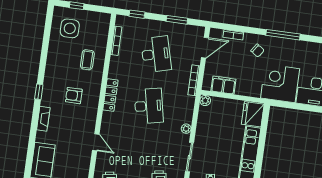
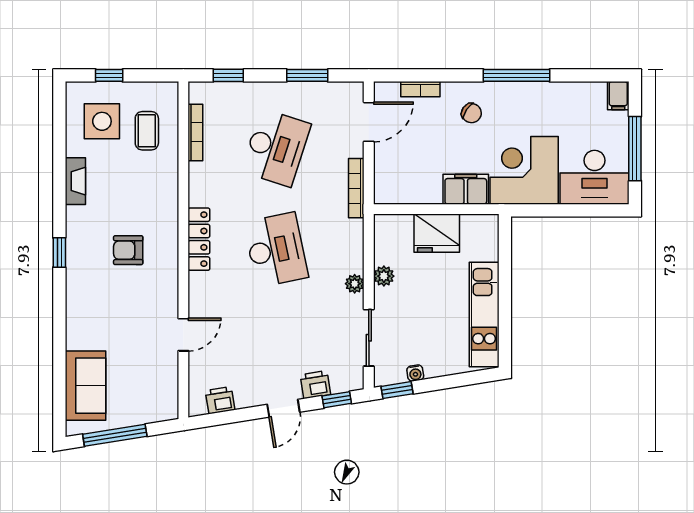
desk: (156, 54) -> (276, 148), turned 33
coffee table: (87, 60) -> (147, 131), moved
filing cabinet: (223, 85) -> (466, 189), moved
plant: (205, 101) -> (384, 276), moved
fridge: (253, 114) -> (437, 233), moved, turned -90
fireplace: (43, 119) -> (75, 181), moved
door: (96, 142) -> (183, 335), hinge flipped

